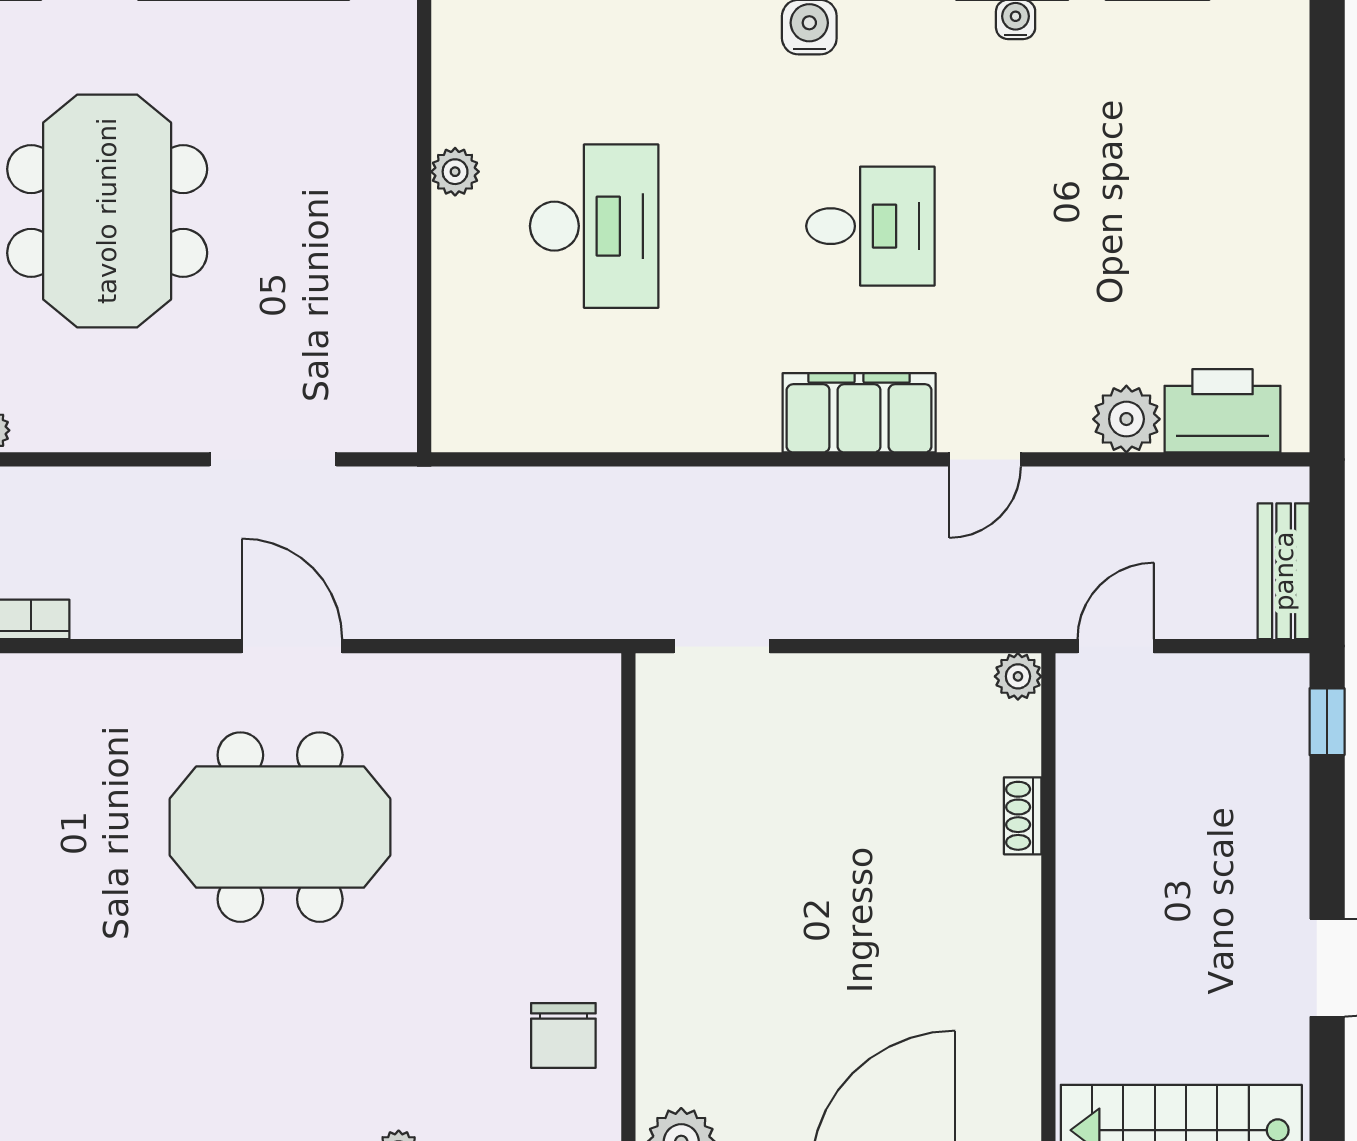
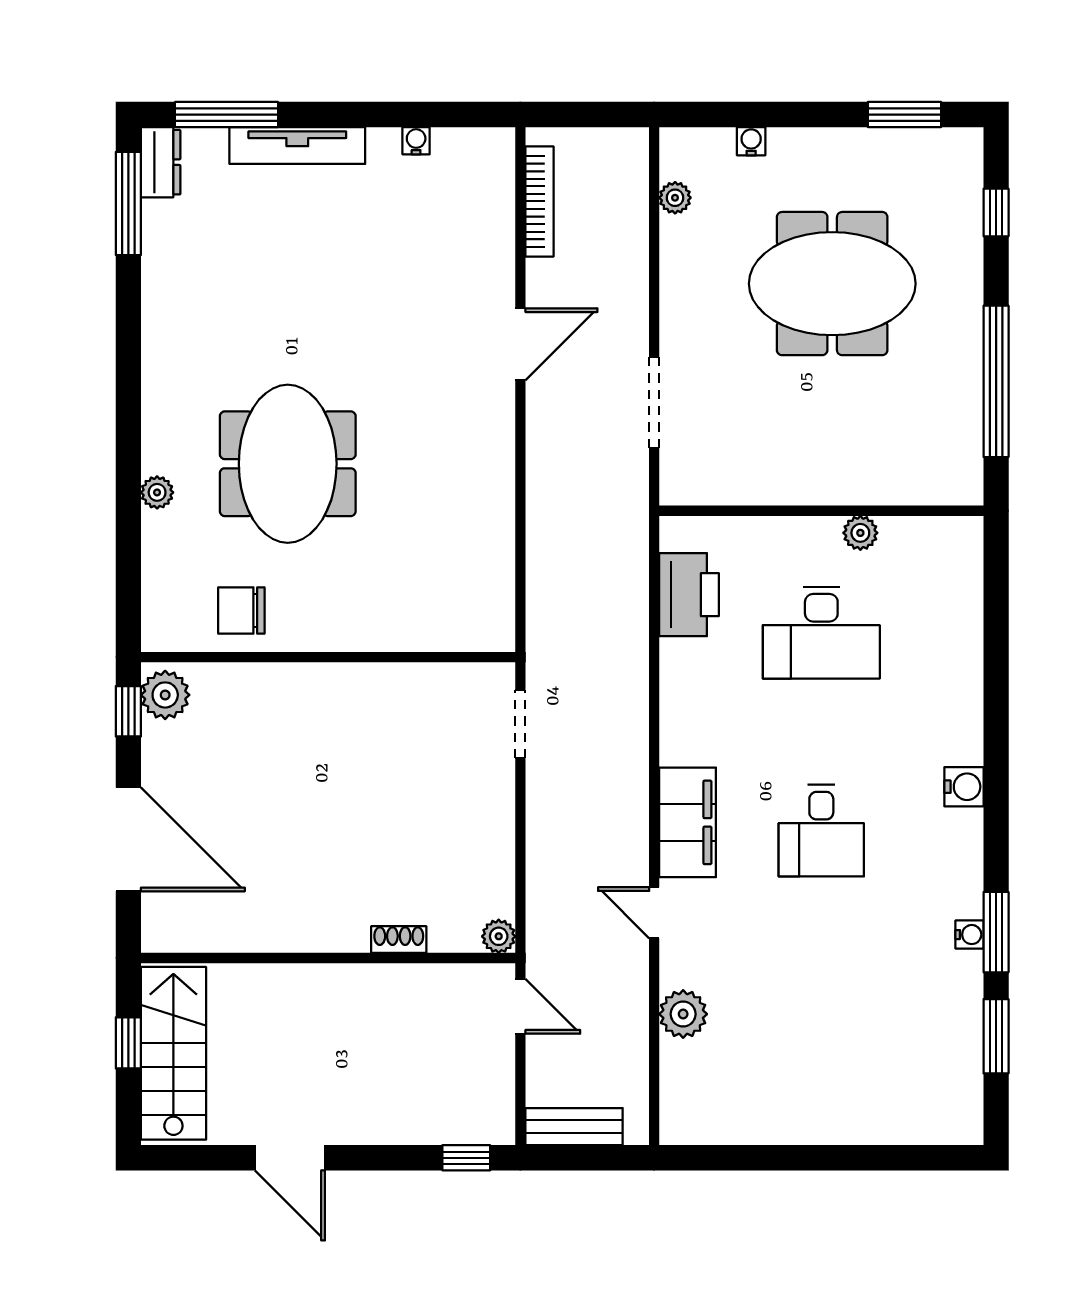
printer: (1222, 411) -> (689, 595), moved
door: (292, 646) -> (520, 344), moved
meeting table: (280, 827) -> (288, 464), moved

